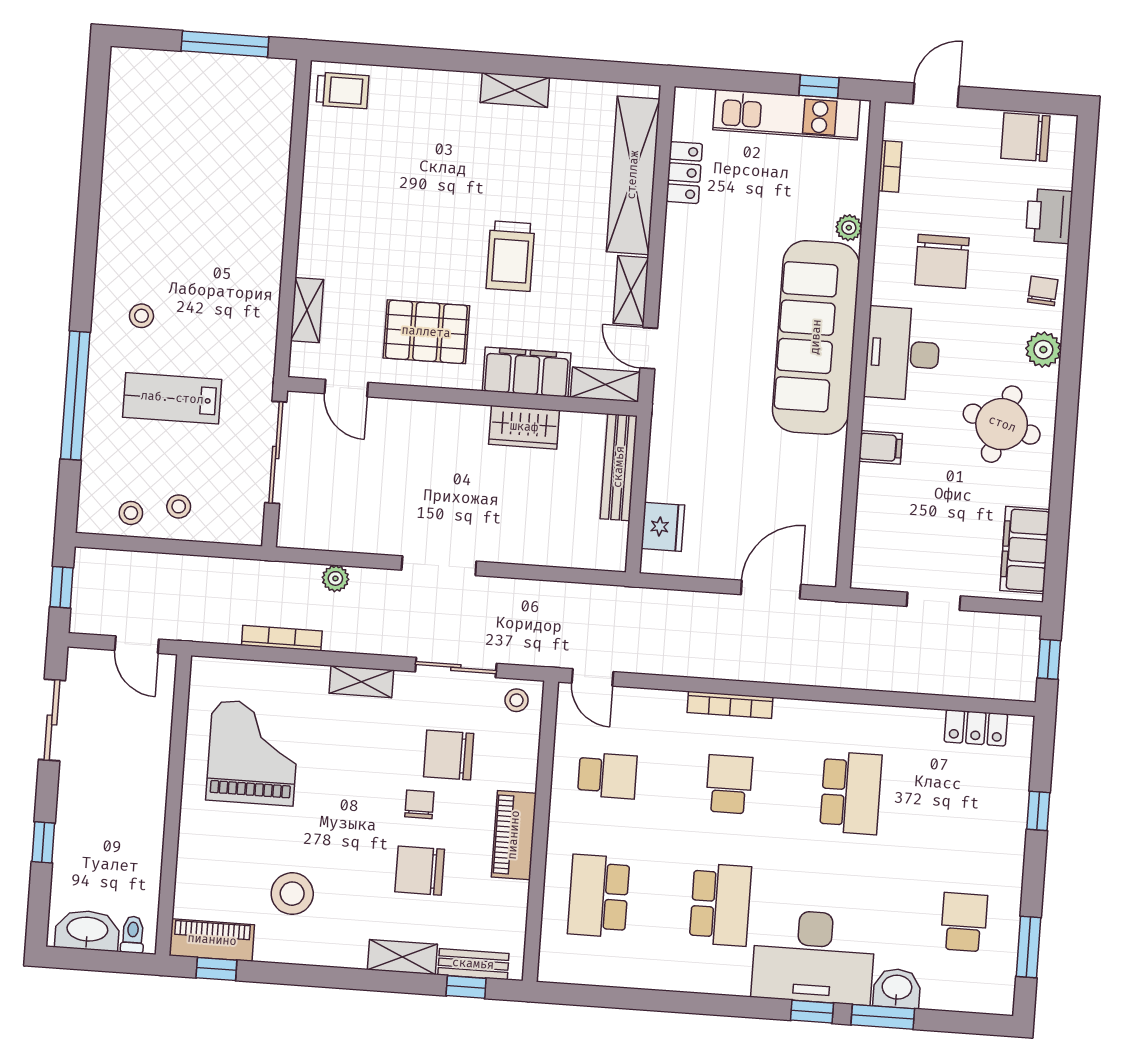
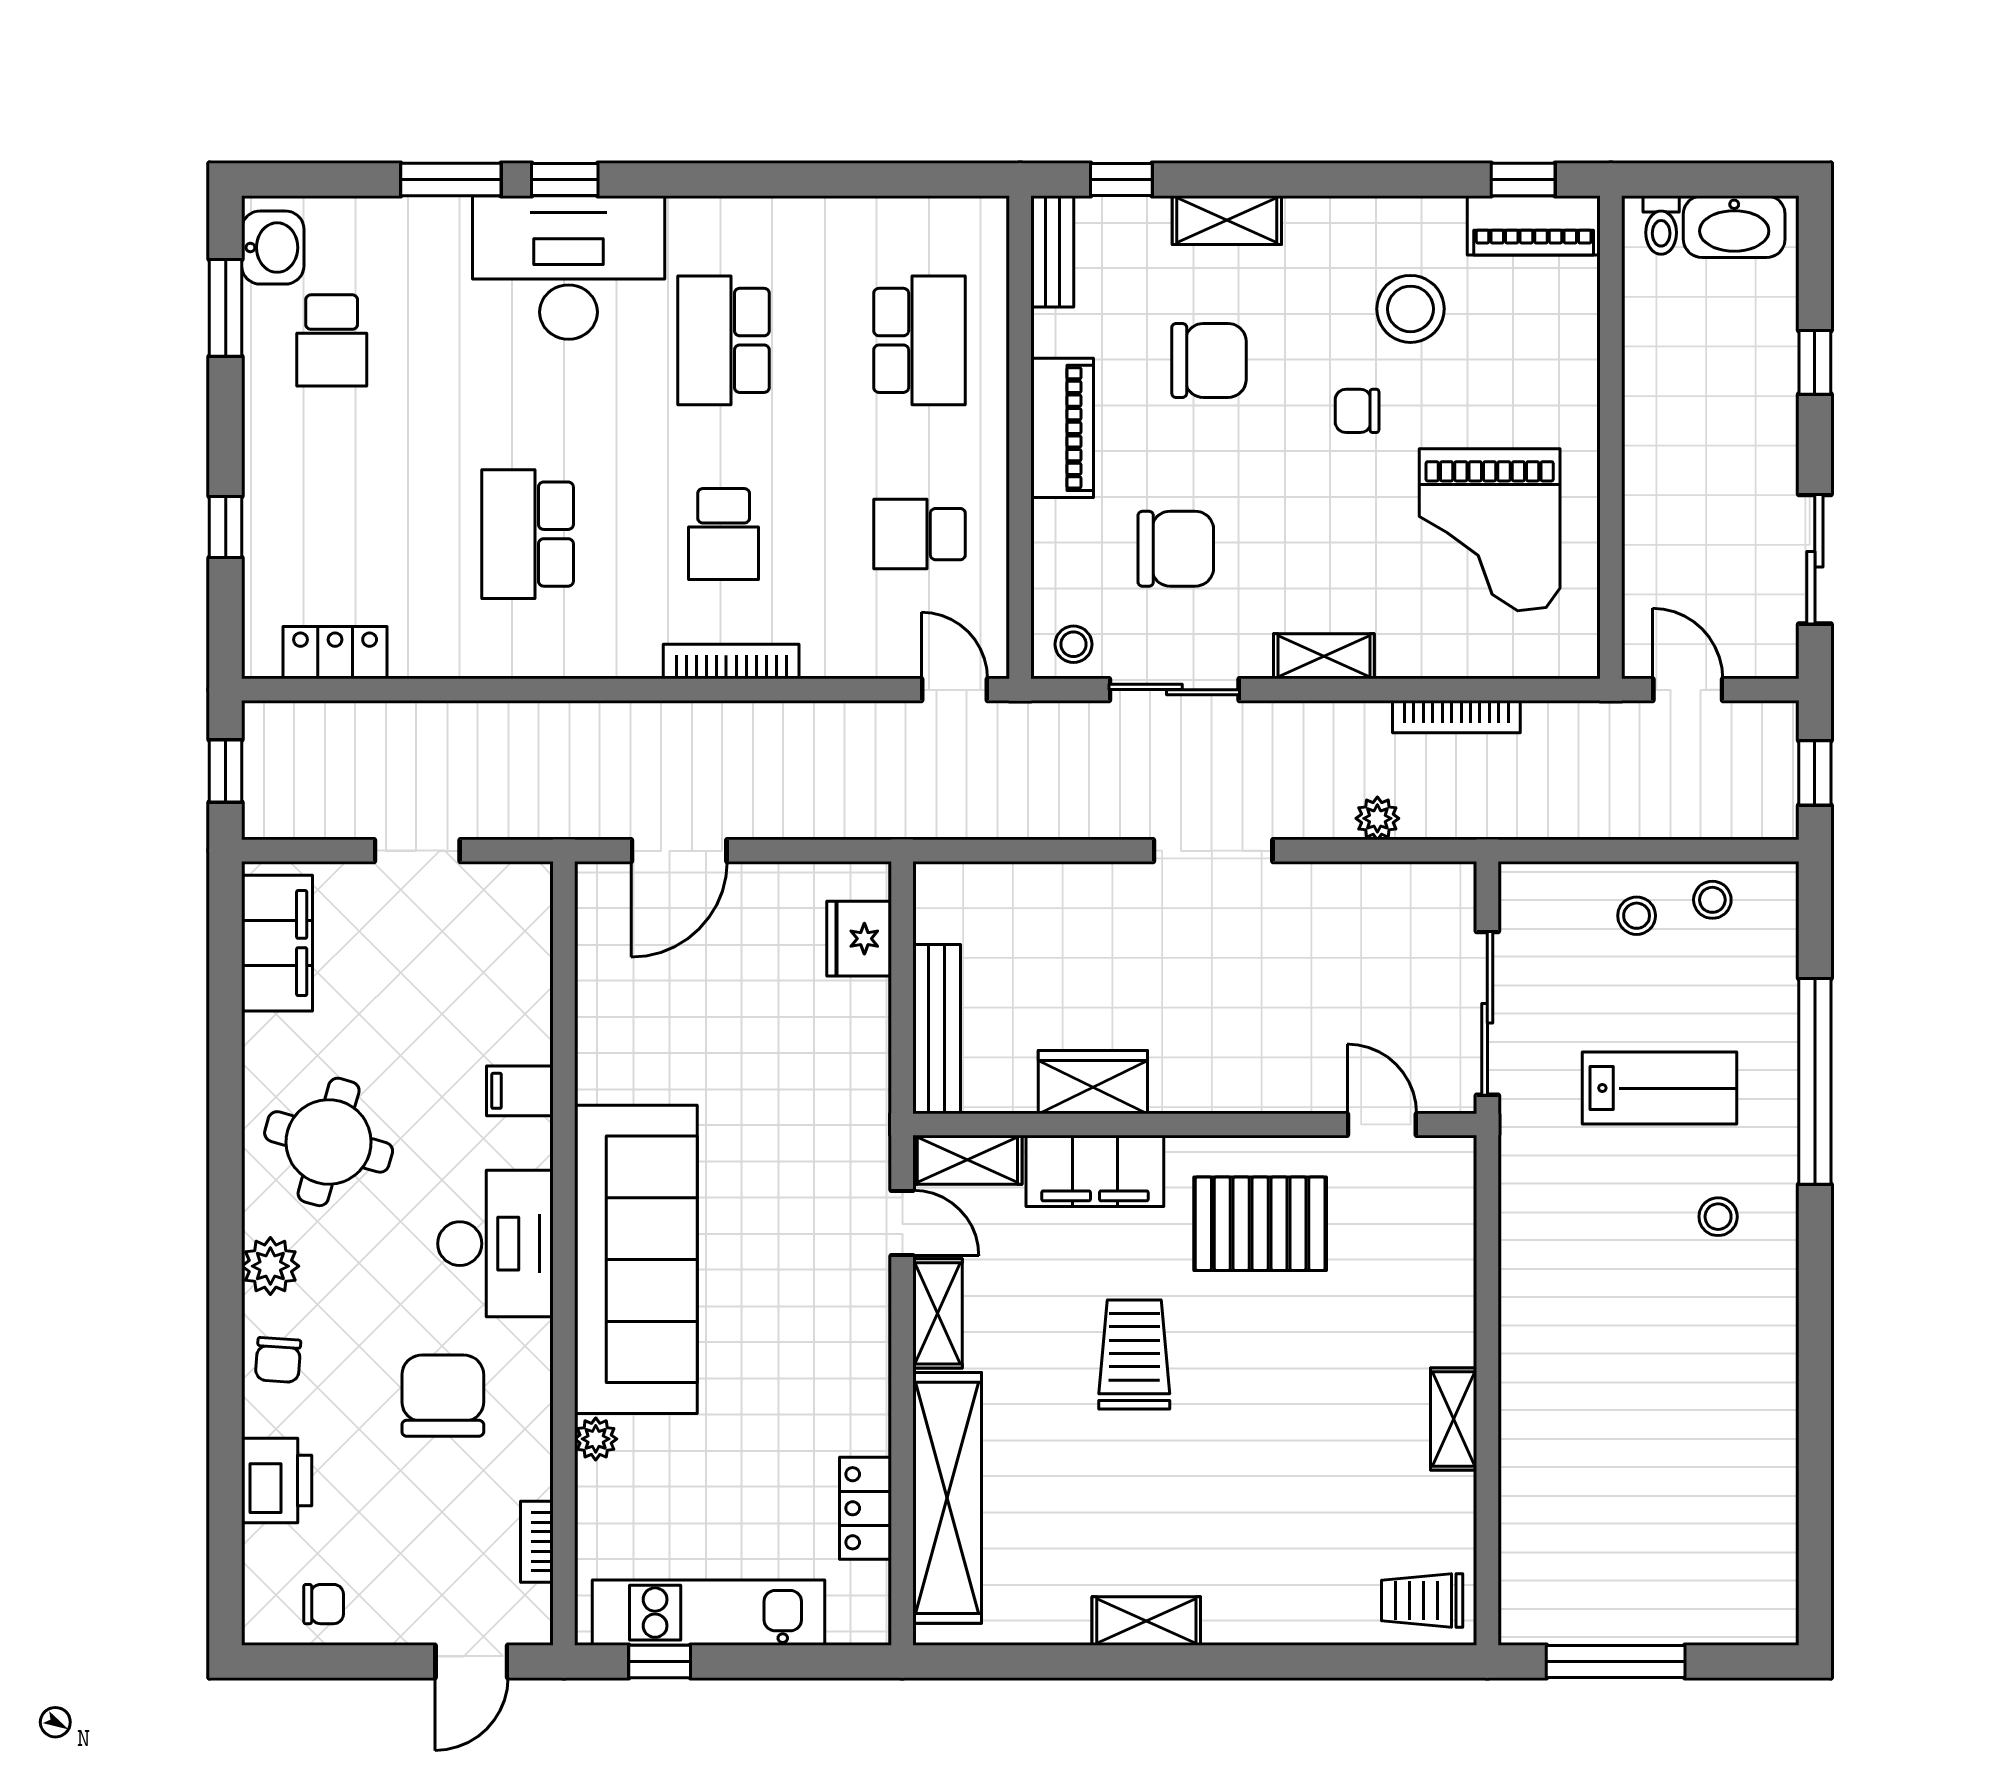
chair: (1025, 137) -> (324, 1604), width x0.54, depth x0.54
shelving: (307, 310) -> (1454, 1419), moved
chair: (419, 804) -> (1357, 411), moved, turned 90
bench: (473, 964) -> (1052, 251), moved, turned 90
washbasin: (897, 988) -> (273, 248), moved, turned -90

